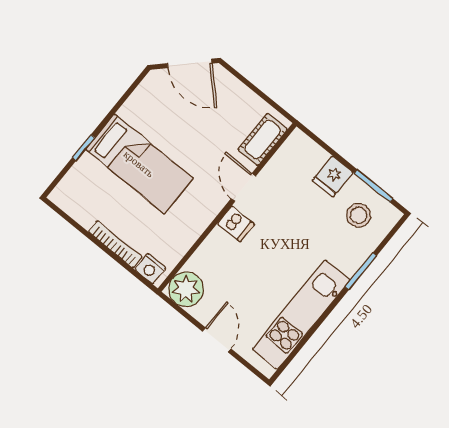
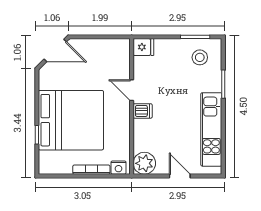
cot: (263, 139) -> (122, 59), removed
bed: (139, 164) -> (71, 120), width x2.04
fridge: (333, 176) -> (143, 47), moved, turned -90

